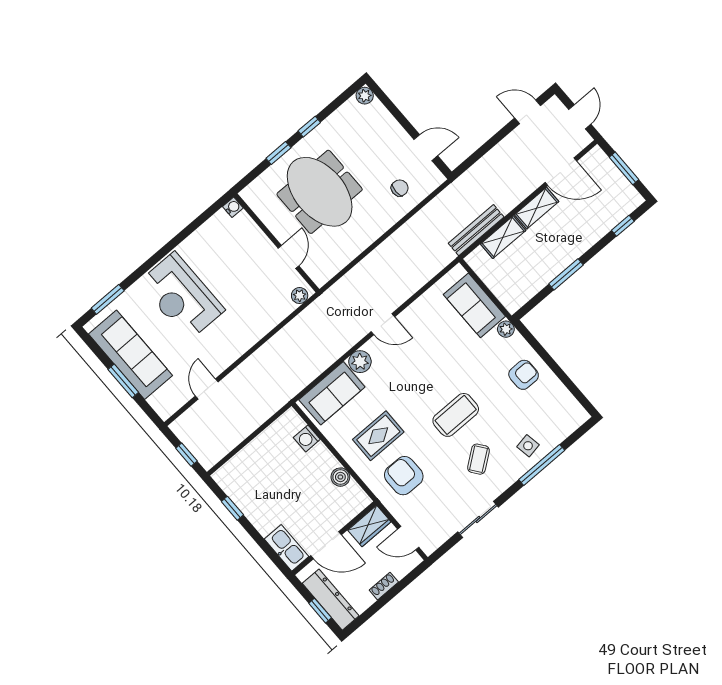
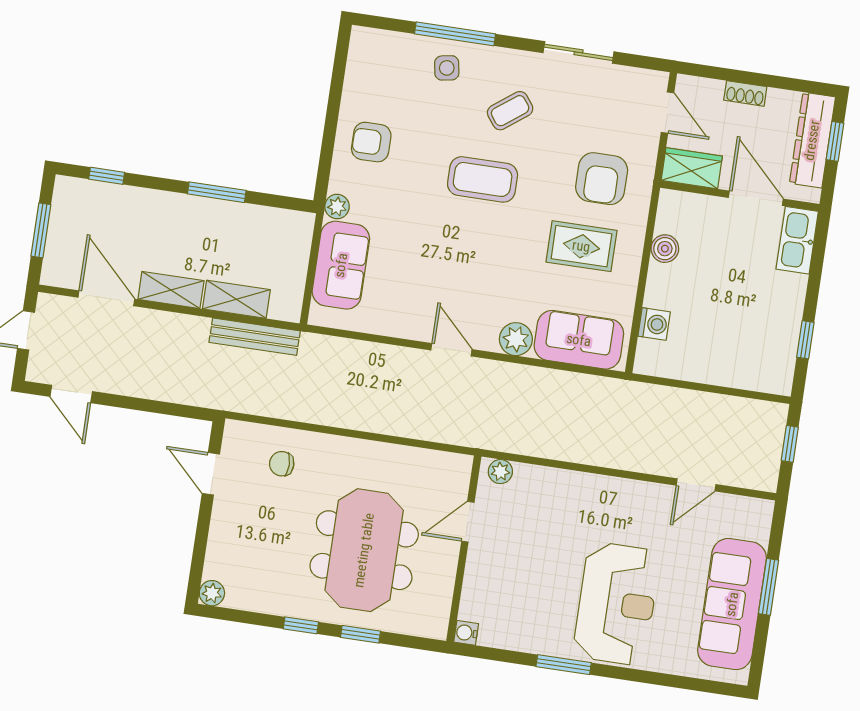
window: (108, 299) -> (564, 665), moved

